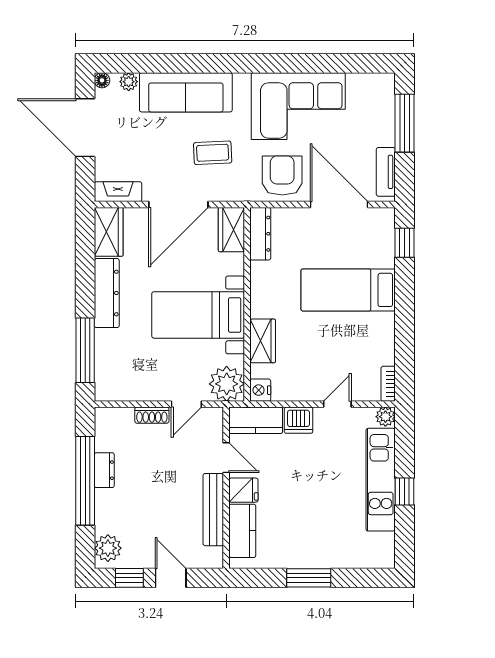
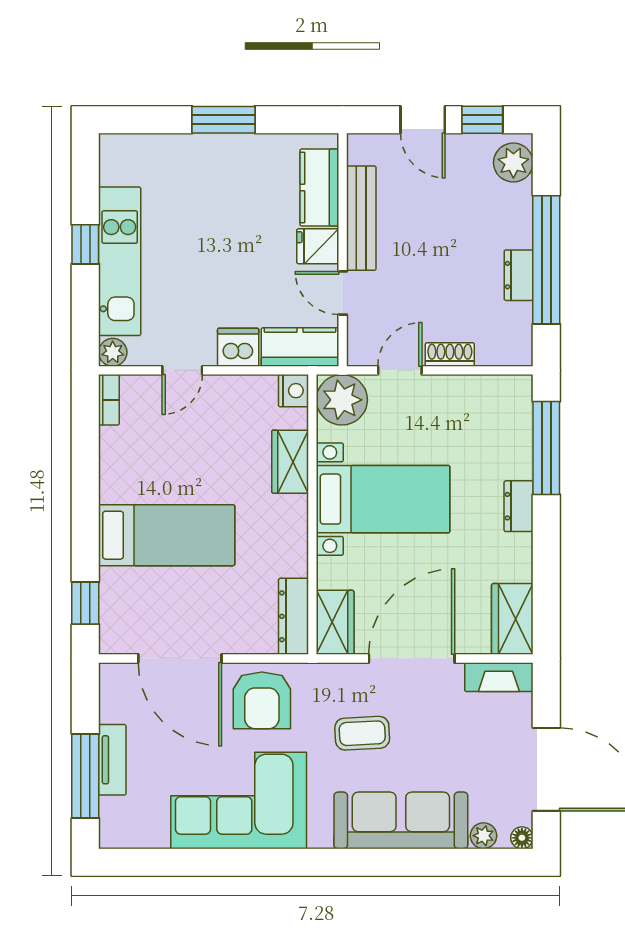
tv unit: (386, 172) -> (112, 760), moved
dresser: (107, 293) -> (519, 506), width x0.51, depth x0.80

